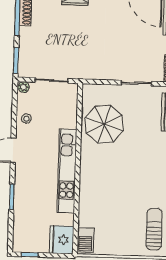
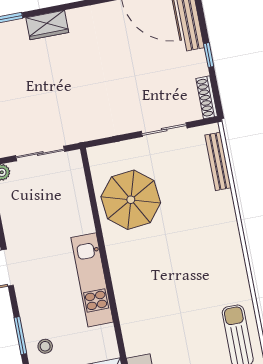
stool: (26, 119) -> (45, 346), moved
kitchen unit: (67, 171) -> (92, 280), width x0.73

